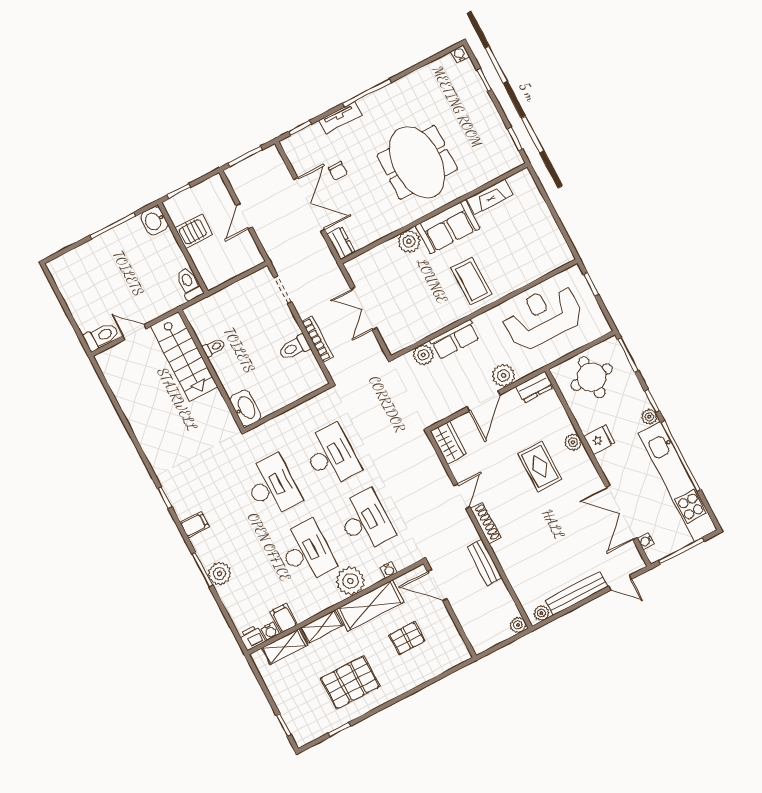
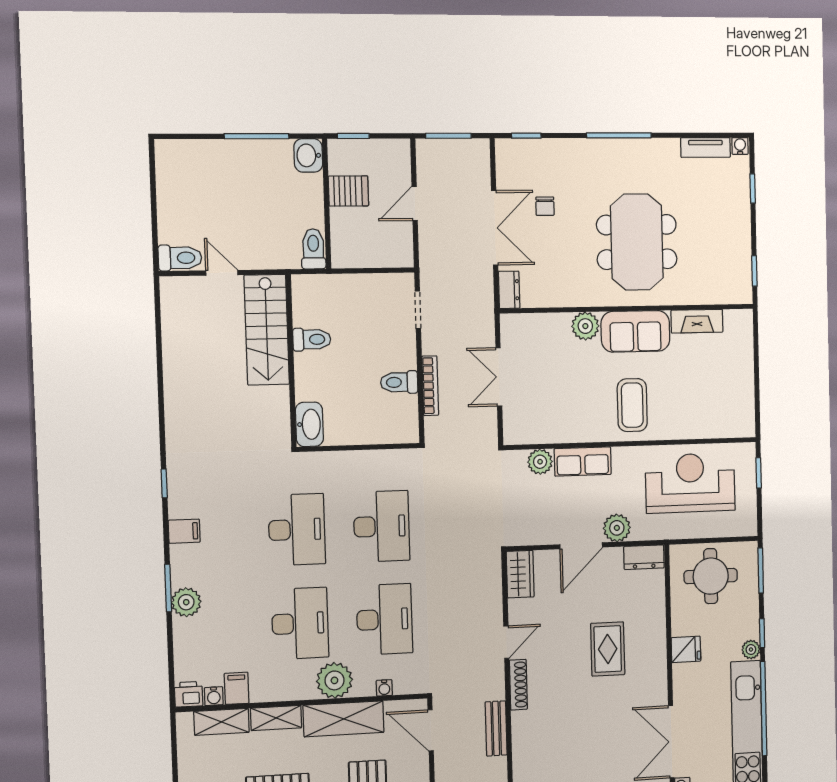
tv unit: (340, 118) -> (705, 147), moved
toilet: (214, 347) -> (312, 339), width x1.37, depth x1.39
plant: (573, 442) -> (656, 639), removed

